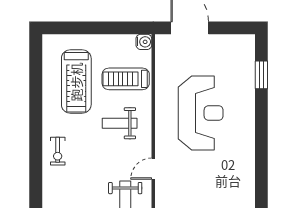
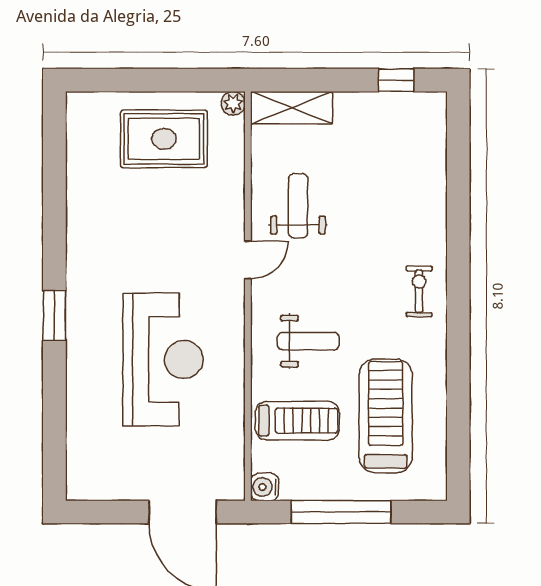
window: (101, 28) -> (341, 512), added
window: (261, 75) -> (54, 316), moved
reception desk: (201, 113) -> (163, 359), turned 180

